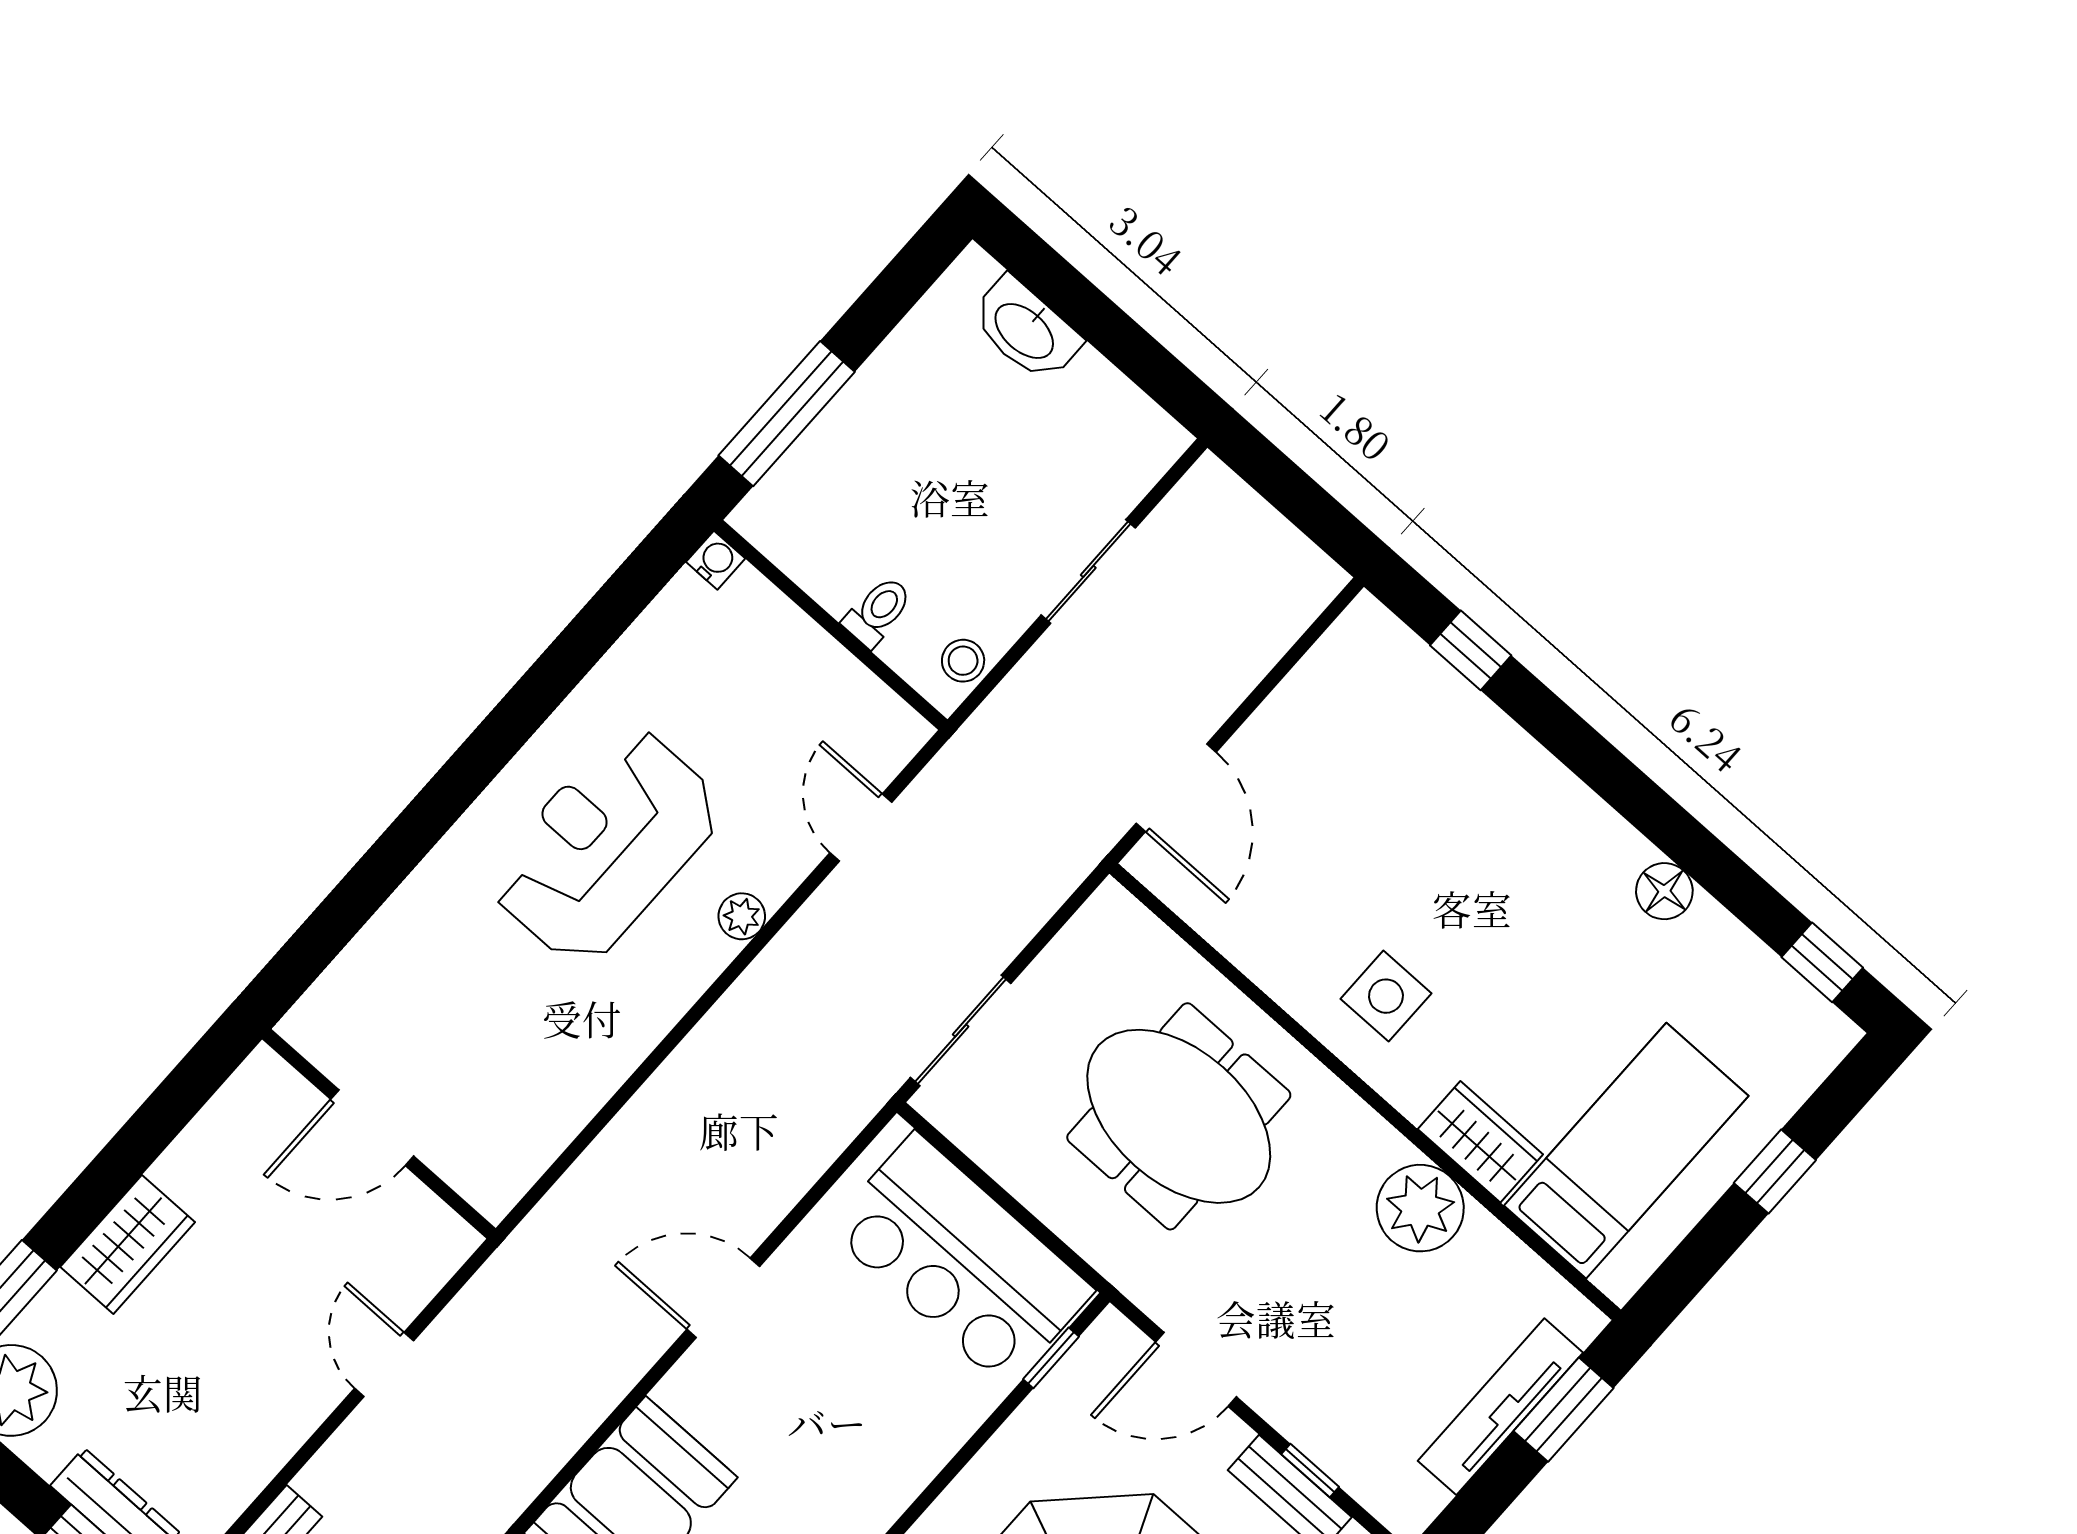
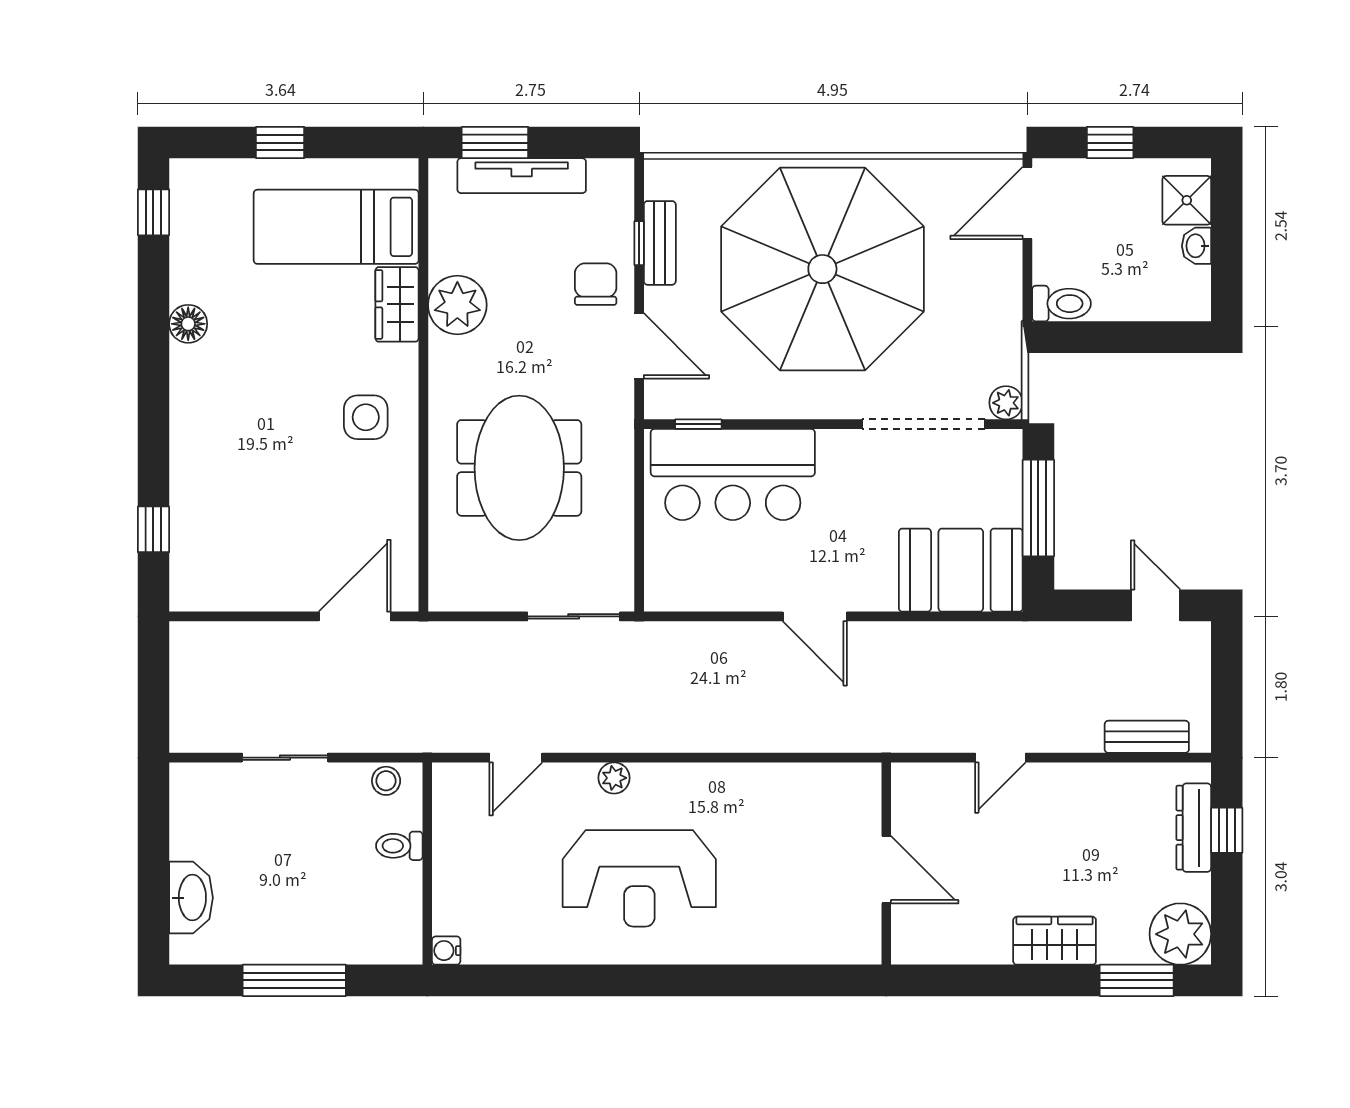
window: (787, 414) -> (294, 980), moved
bar counter: (961, 1260) -> (733, 474), moved, turned 90
chair: (1307, 1382) -> (596, 284), added

